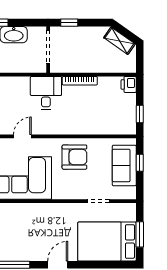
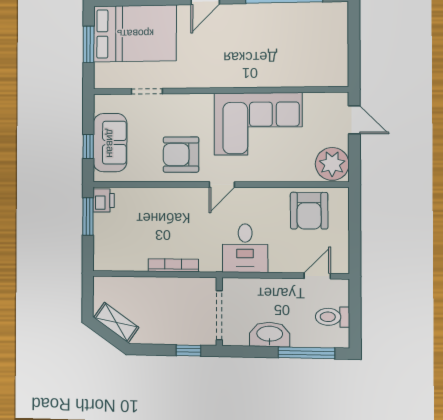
printer: (129, 84) -> (104, 200), moved
desk: (46, 93) -> (245, 248), moved
window: (140, 114) -> (88, 216), width x1.50
door: (22, 136) -> (222, 185), moved

